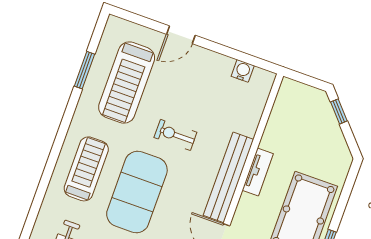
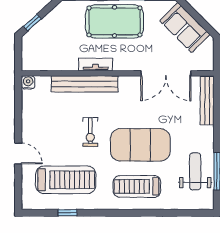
window: (84, 70) -> (68, 213), width x0.67
water cooler: (243, 71) -> (28, 82), moved, turned 90
bench: (229, 177) -> (85, 84), moved

